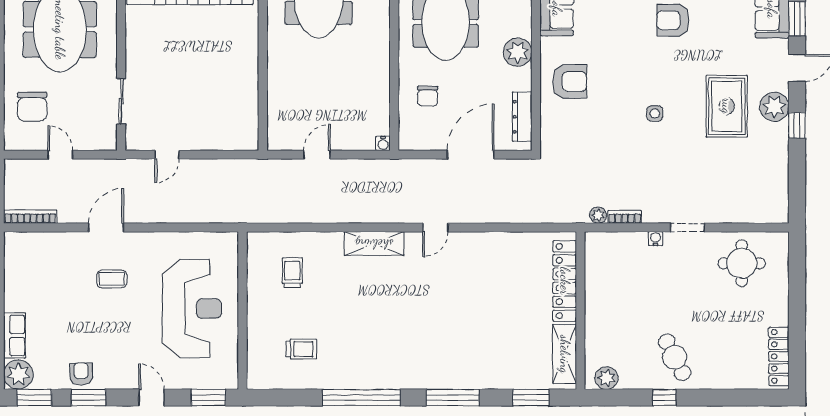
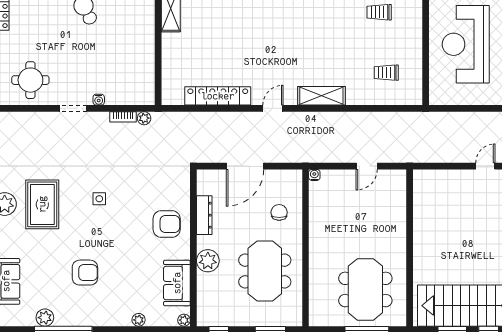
plant: (518, 52) -> (208, 261), moved
armchair: (570, 81) -> (167, 224), turned 180
dresser: (522, 117) -> (204, 215), moved
trolley: (292, 273) -> (386, 73), turned 90
locker: (565, 281) -> (218, 96), moved, turned -90

